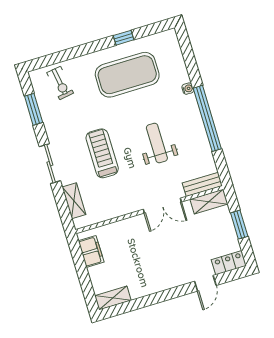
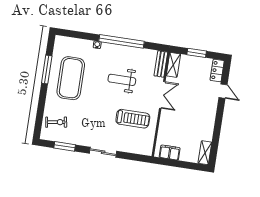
window: (124, 38) -> (47, 70), width x2.17
treadmill: (102, 153) -> (133, 119), moved, turned 180
shelving: (74, 201) -> (133, 148), removed

